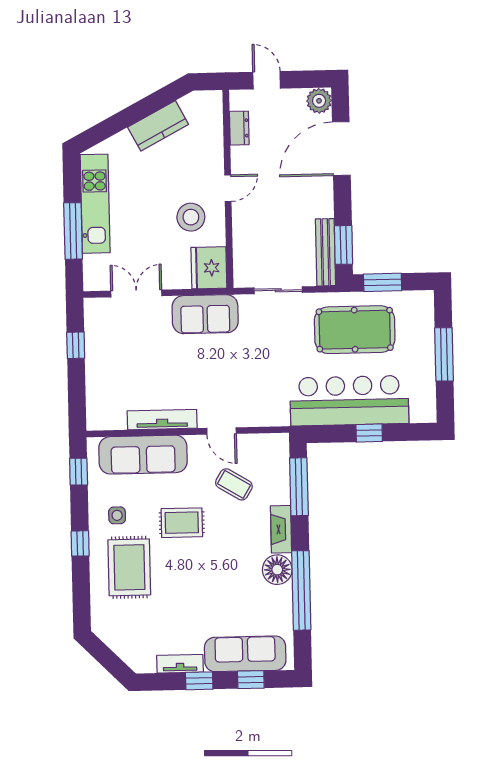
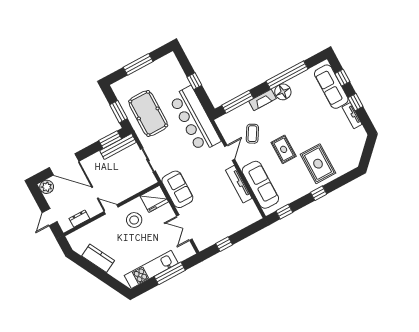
bar counter: (349, 401) -> (195, 119), moved
side table: (117, 515) -> (296, 182), removed
rug: (129, 567) -> (318, 164), turned 90

